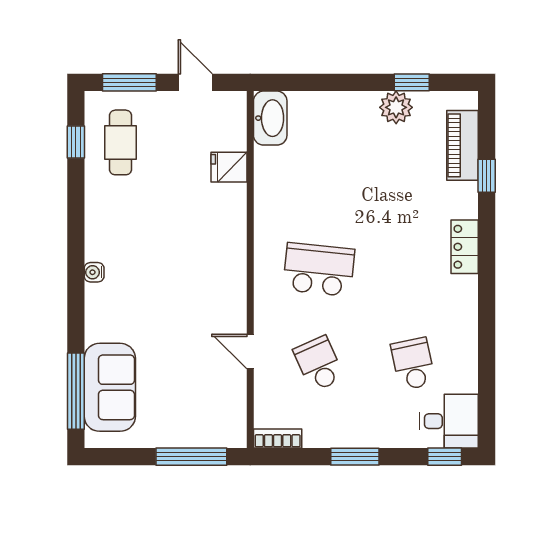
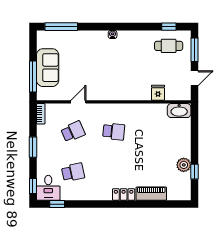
piano: (463, 145) -> (151, 194), moved
window: (487, 176) -> (57, 204), moved
school desk: (319, 270) -> (114, 132), width x0.54
sofa: (110, 387) -> (48, 68), moved, turned -90

